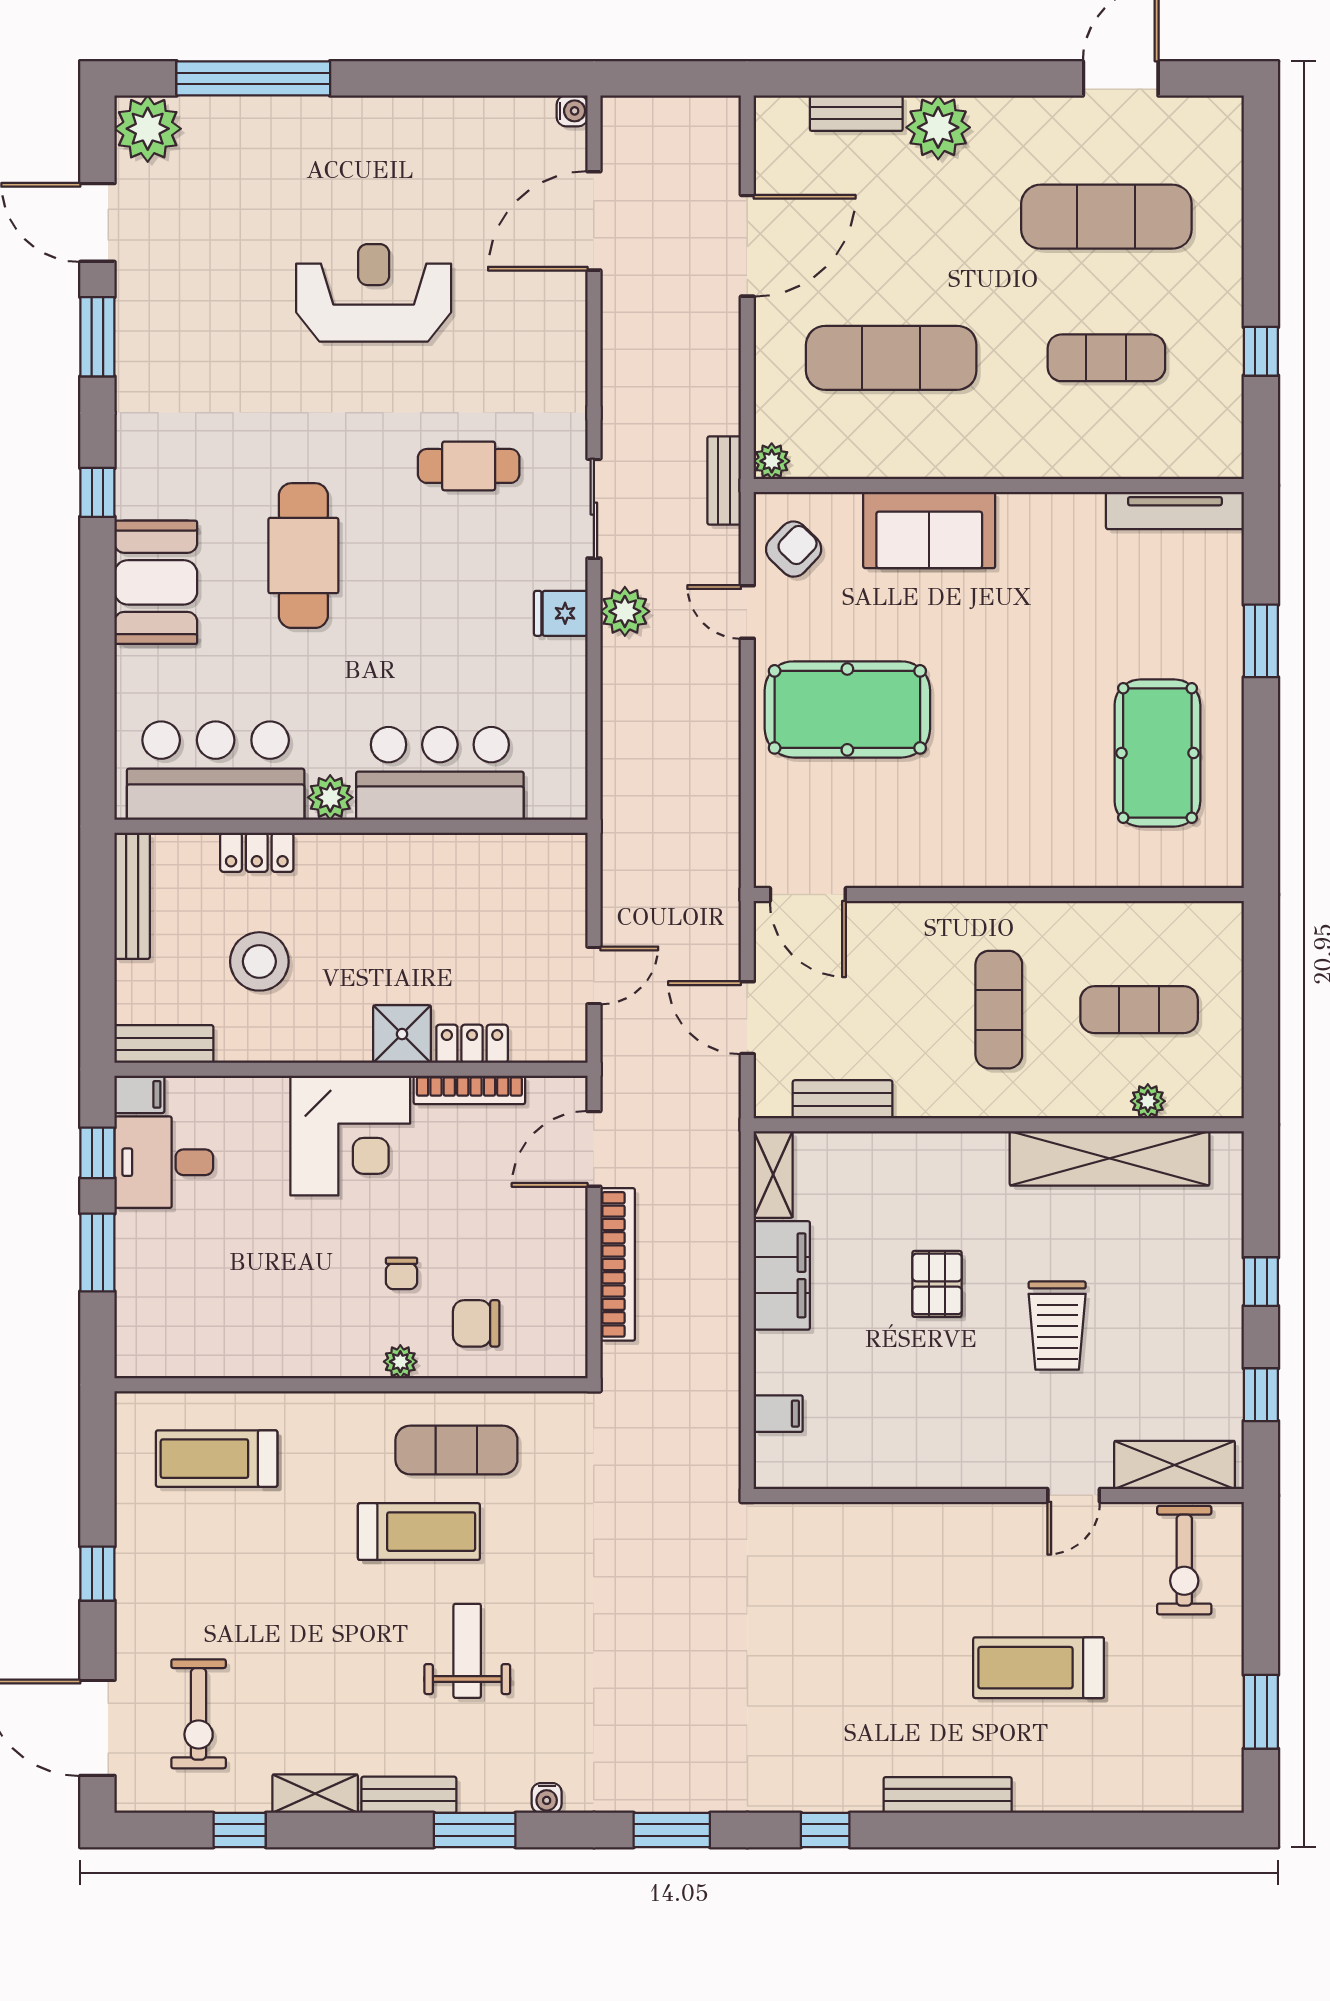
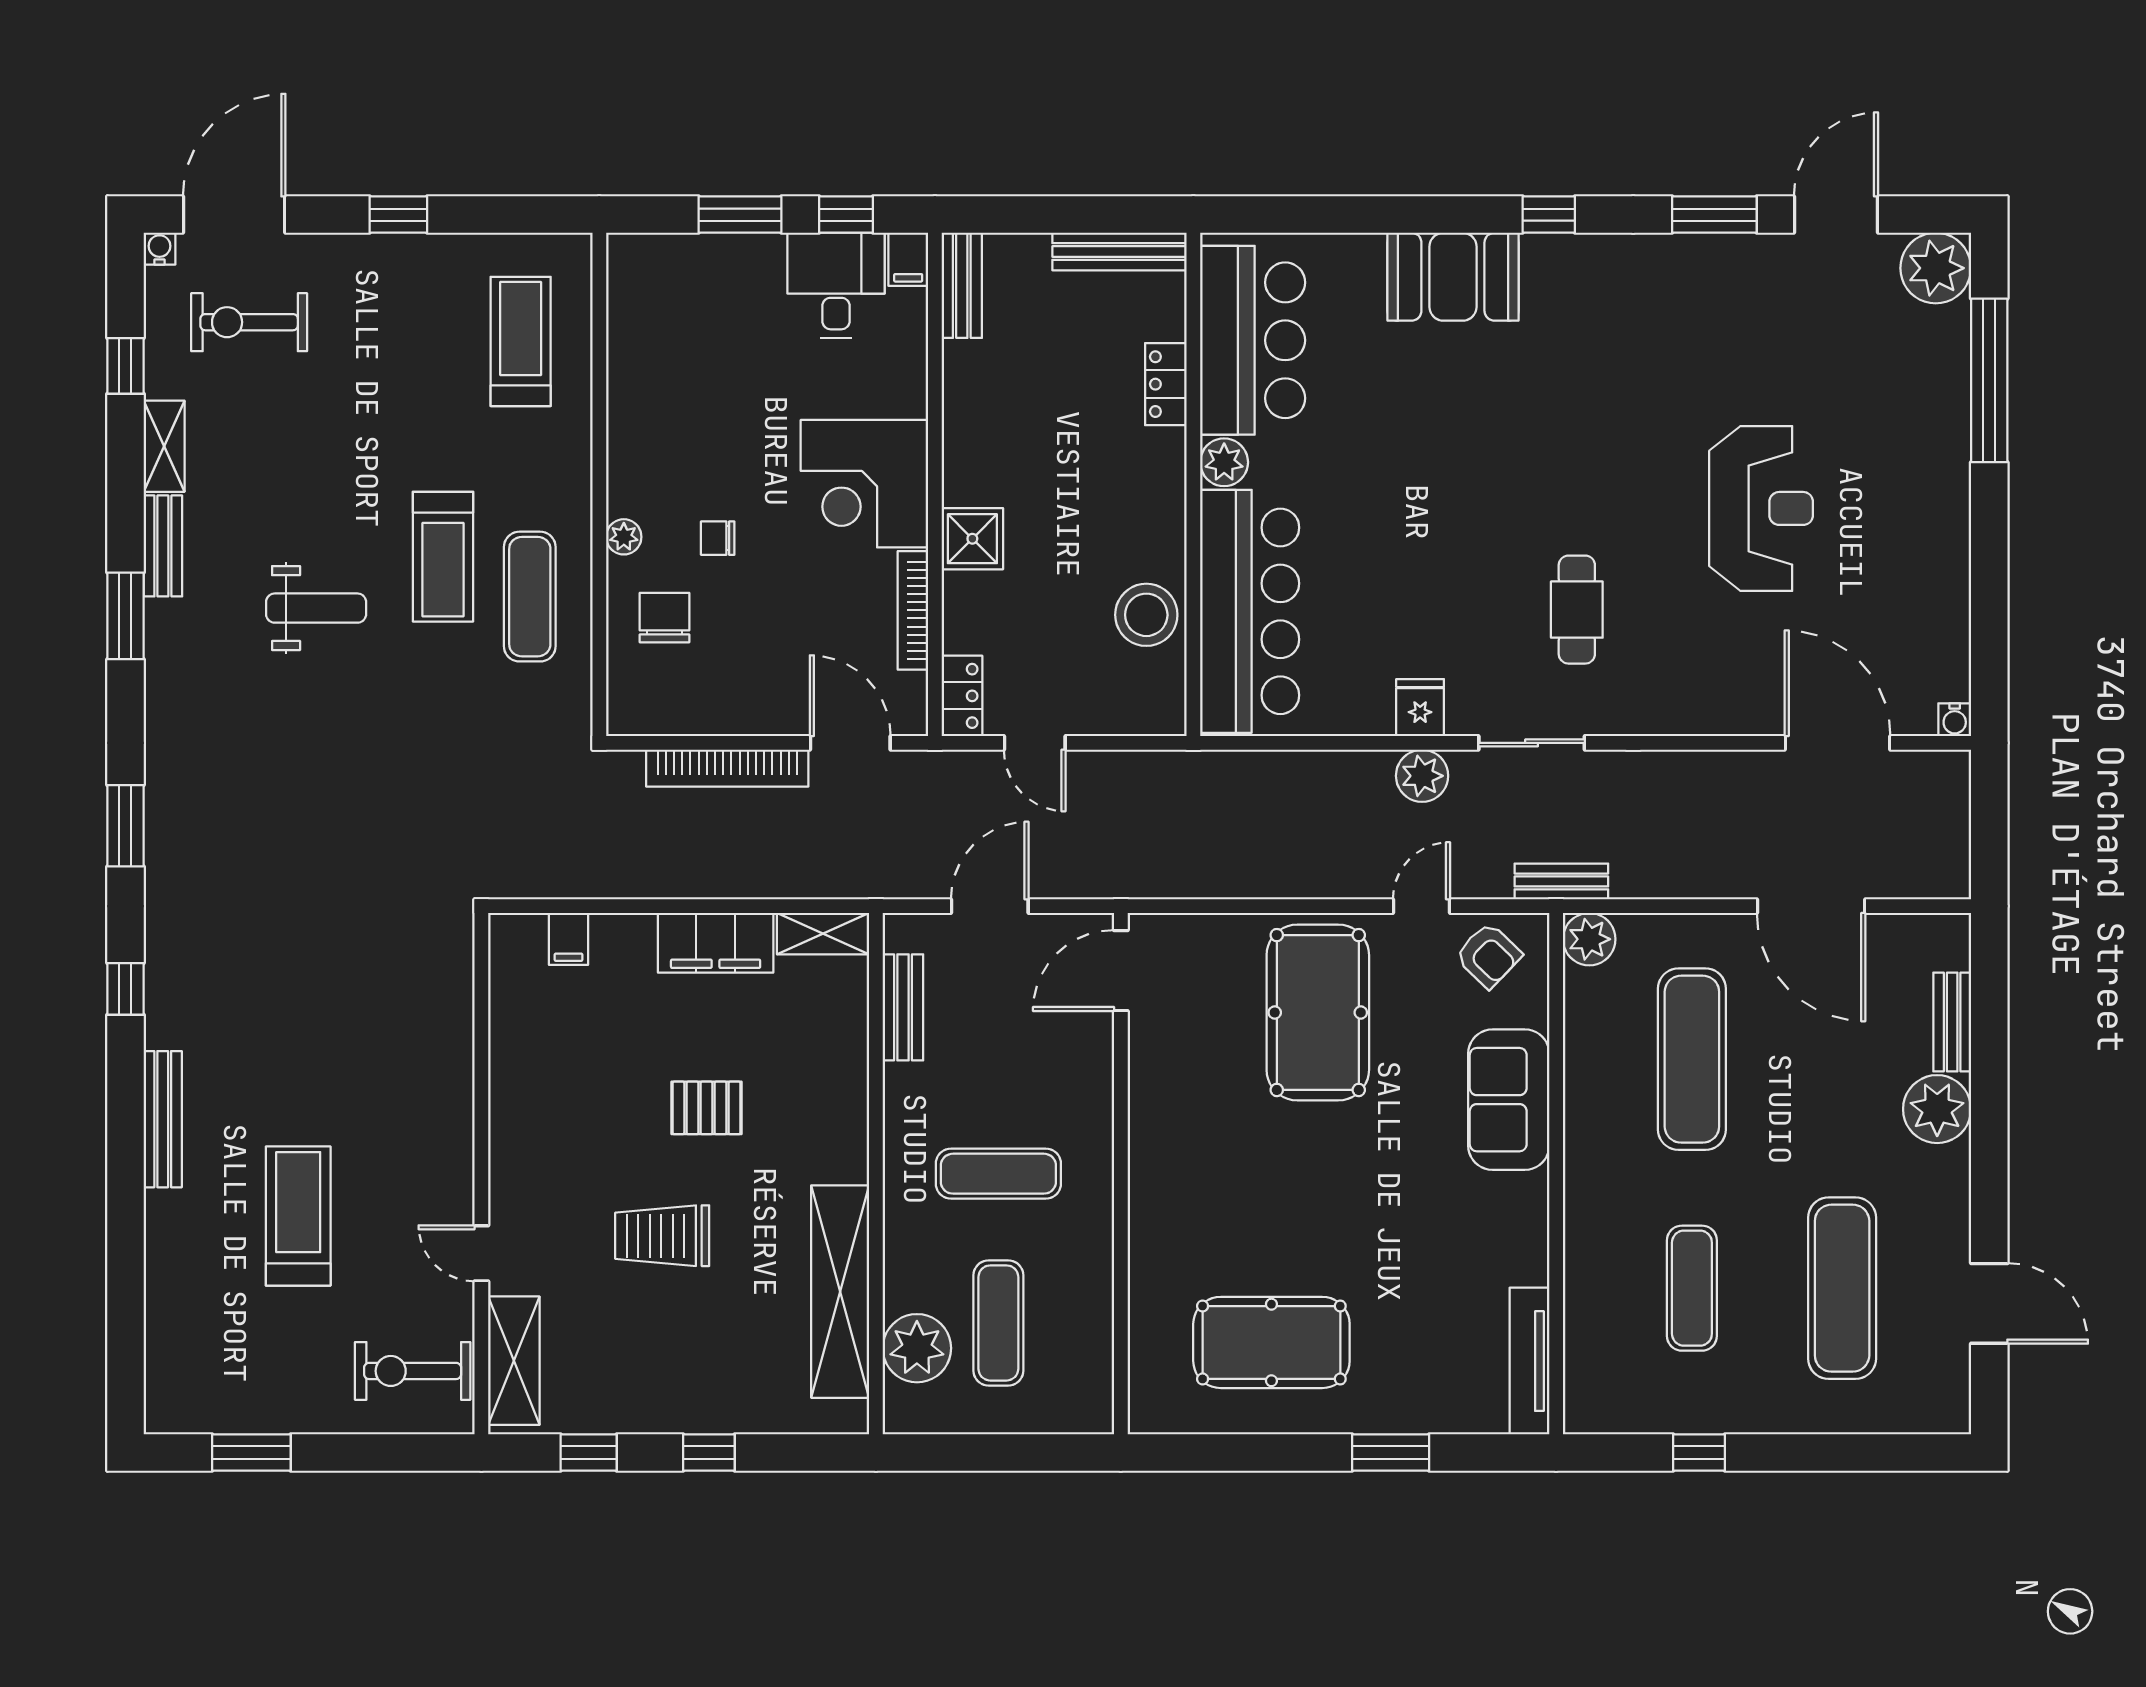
plant: (772, 461) -> (1589, 939), width x1.38, depth x1.38
cafe table: (303, 556) -> (1482, 434), removed
bar counter: (440, 773) -> (1250, 611), width x1.36
stool: (259, 961) -> (1146, 615), moved
locker: (472, 1044) -> (962, 696), moved
plant: (1148, 1101) -> (917, 1348), width x1.88, depth x1.88
water cooler: (547, 1798) -> (159, 249), moved, turned 90

